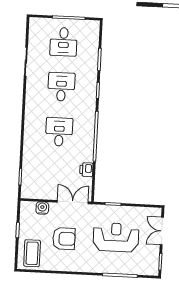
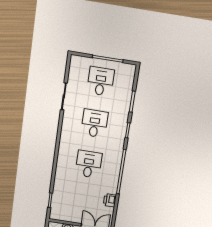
desk: (64, 42) -> (101, 81), turned 180

